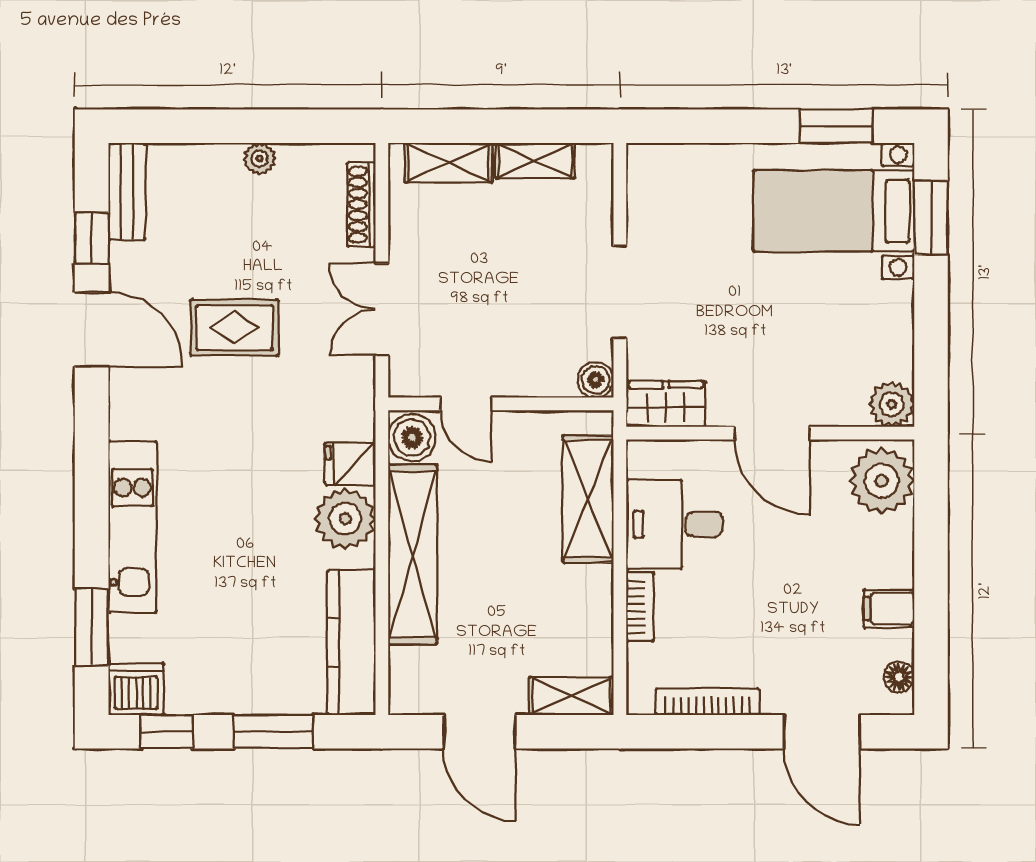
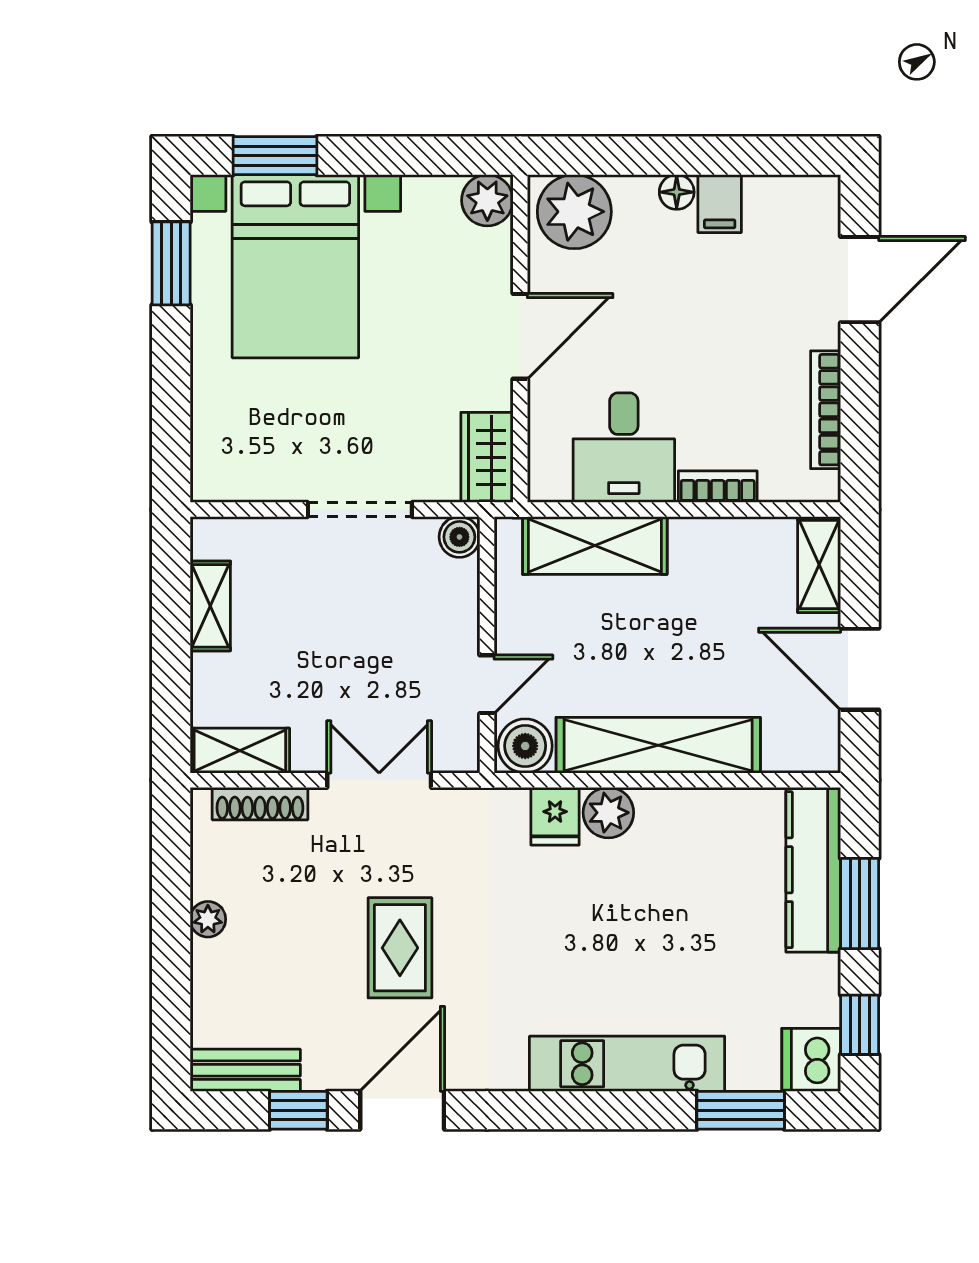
shelving: (449, 163) -> (240, 751), moved, turned 90
bed with nightstands: (834, 211) -> (295, 266), width x1.36
double door: (382, 309) -> (379, 780), swing flipped
plant: (345, 519) -> (608, 813), width x0.73, depth x0.73
kitchen counter: (351, 643) -> (813, 870), moved, turned 90
floor lamp: (899, 677) -> (677, 192), moved
door: (480, 732) -> (860, 669), swing flipped

